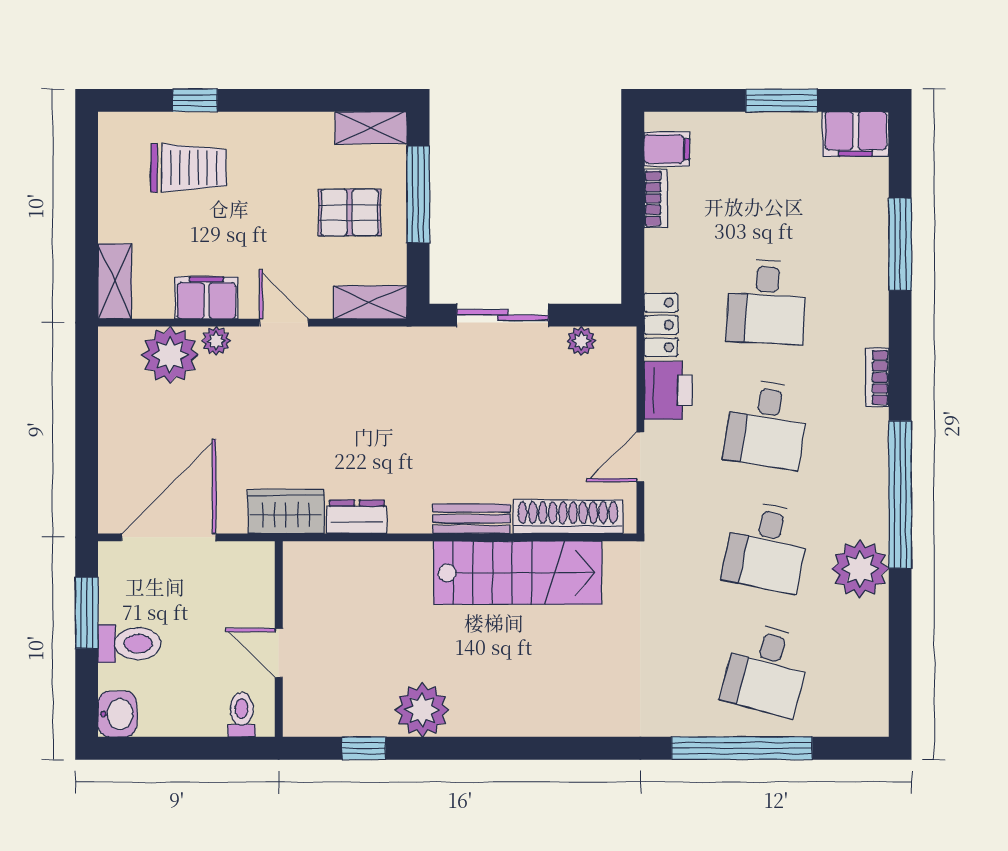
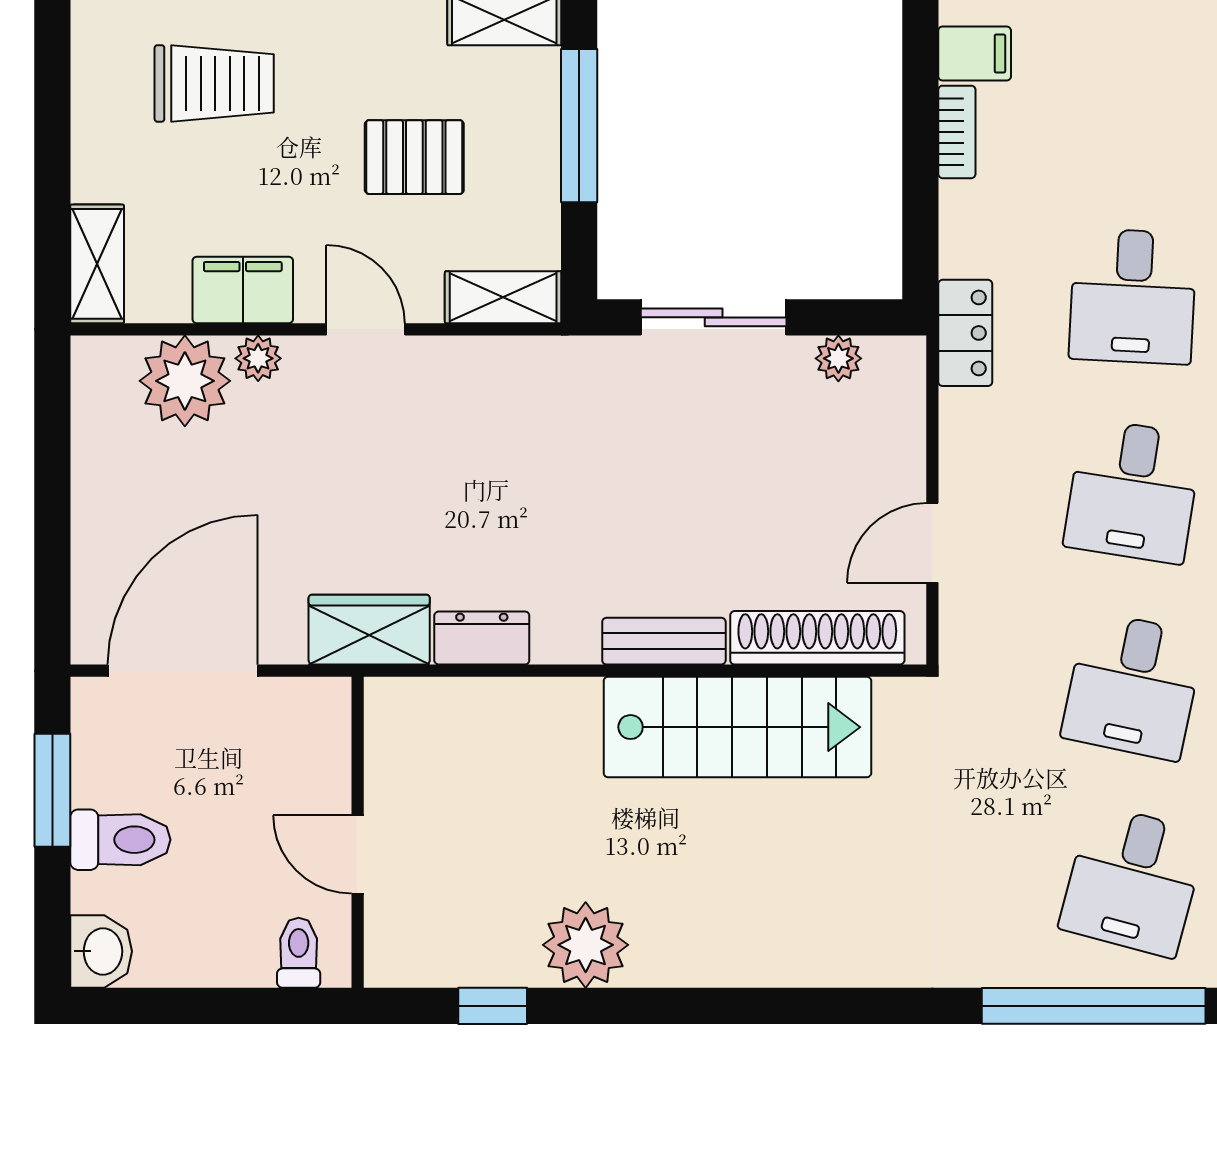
pallet: (350, 213) -> (414, 157), moved
printer: (668, 390) -> (976, 437), removed

